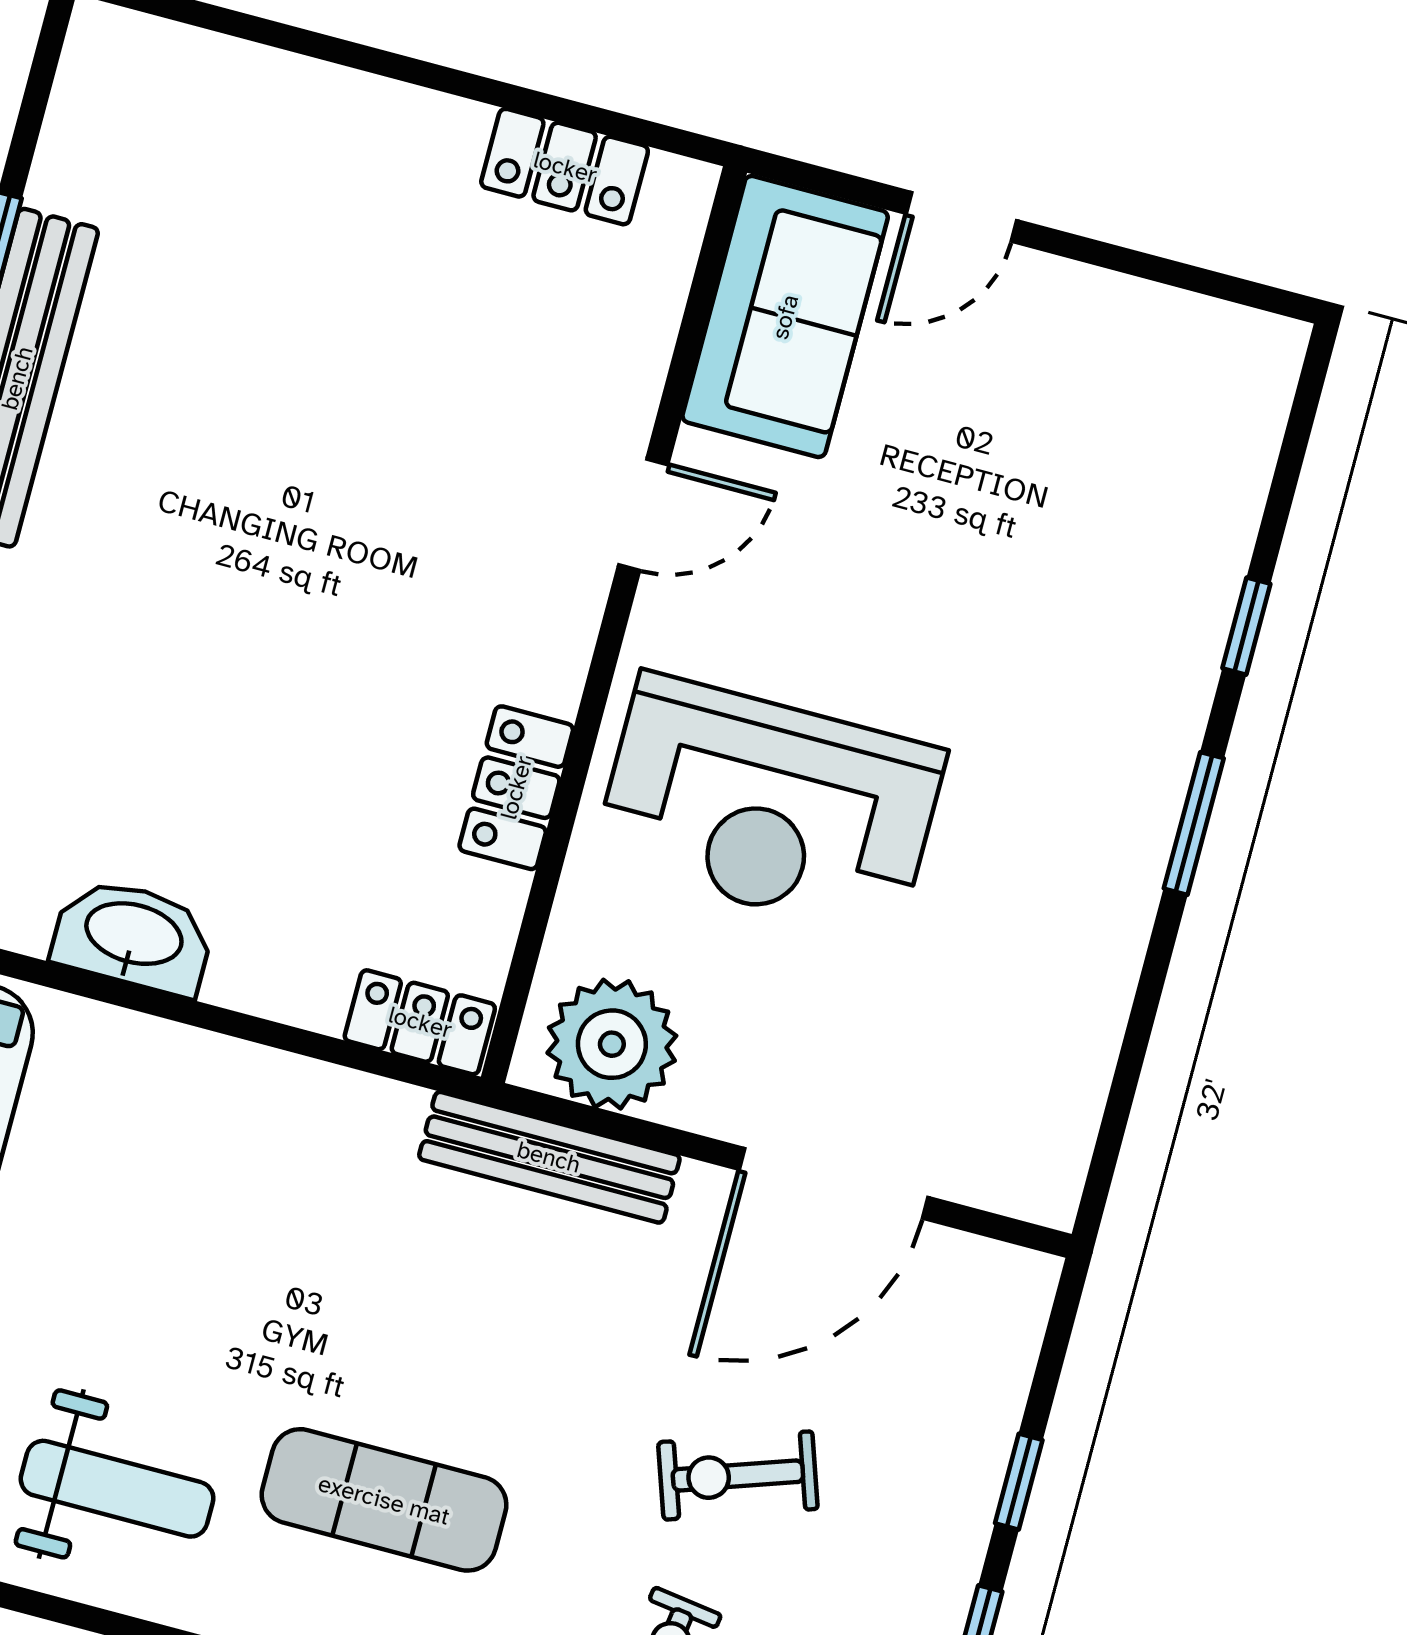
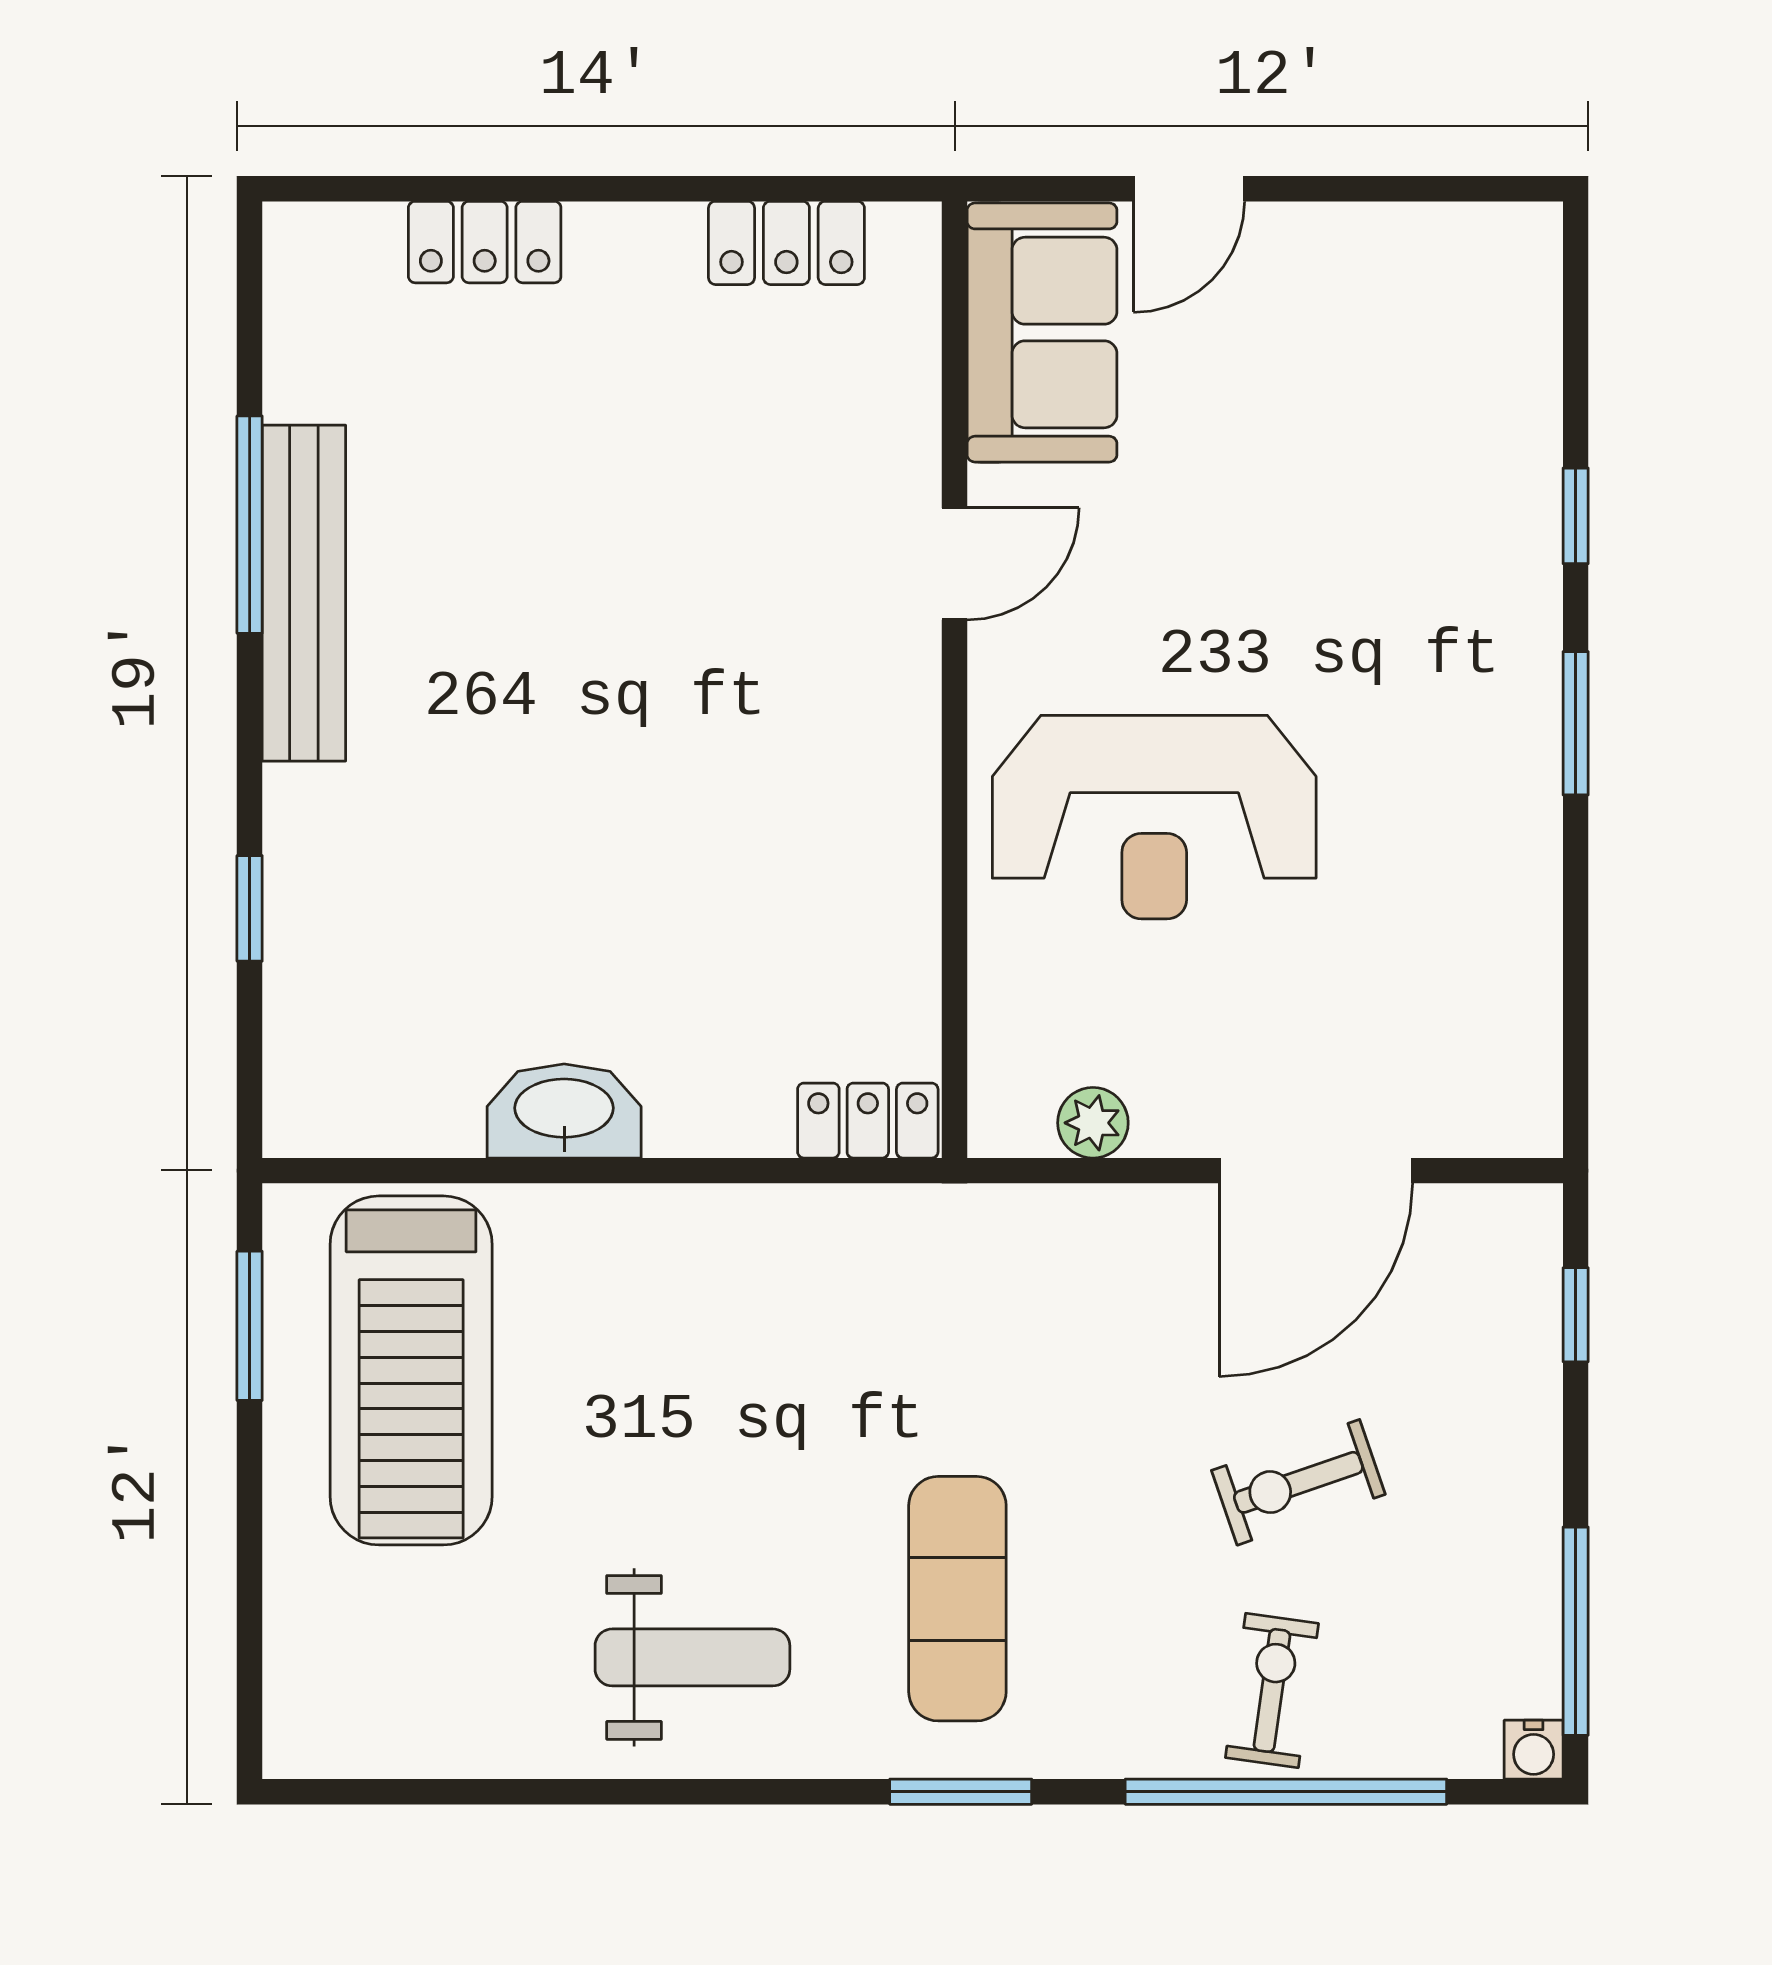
locker: (516, 788) -> (485, 242), moved, turned -90
plant: (612, 1044) -> (1093, 1123), width x0.53, depth x0.53
bench: (549, 1157) -> (1030, 1219), removed
window: (1019, 1482) -> (1576, 1315), moved
exercise mat: (384, 1500) -> (957, 1599), turned 90

